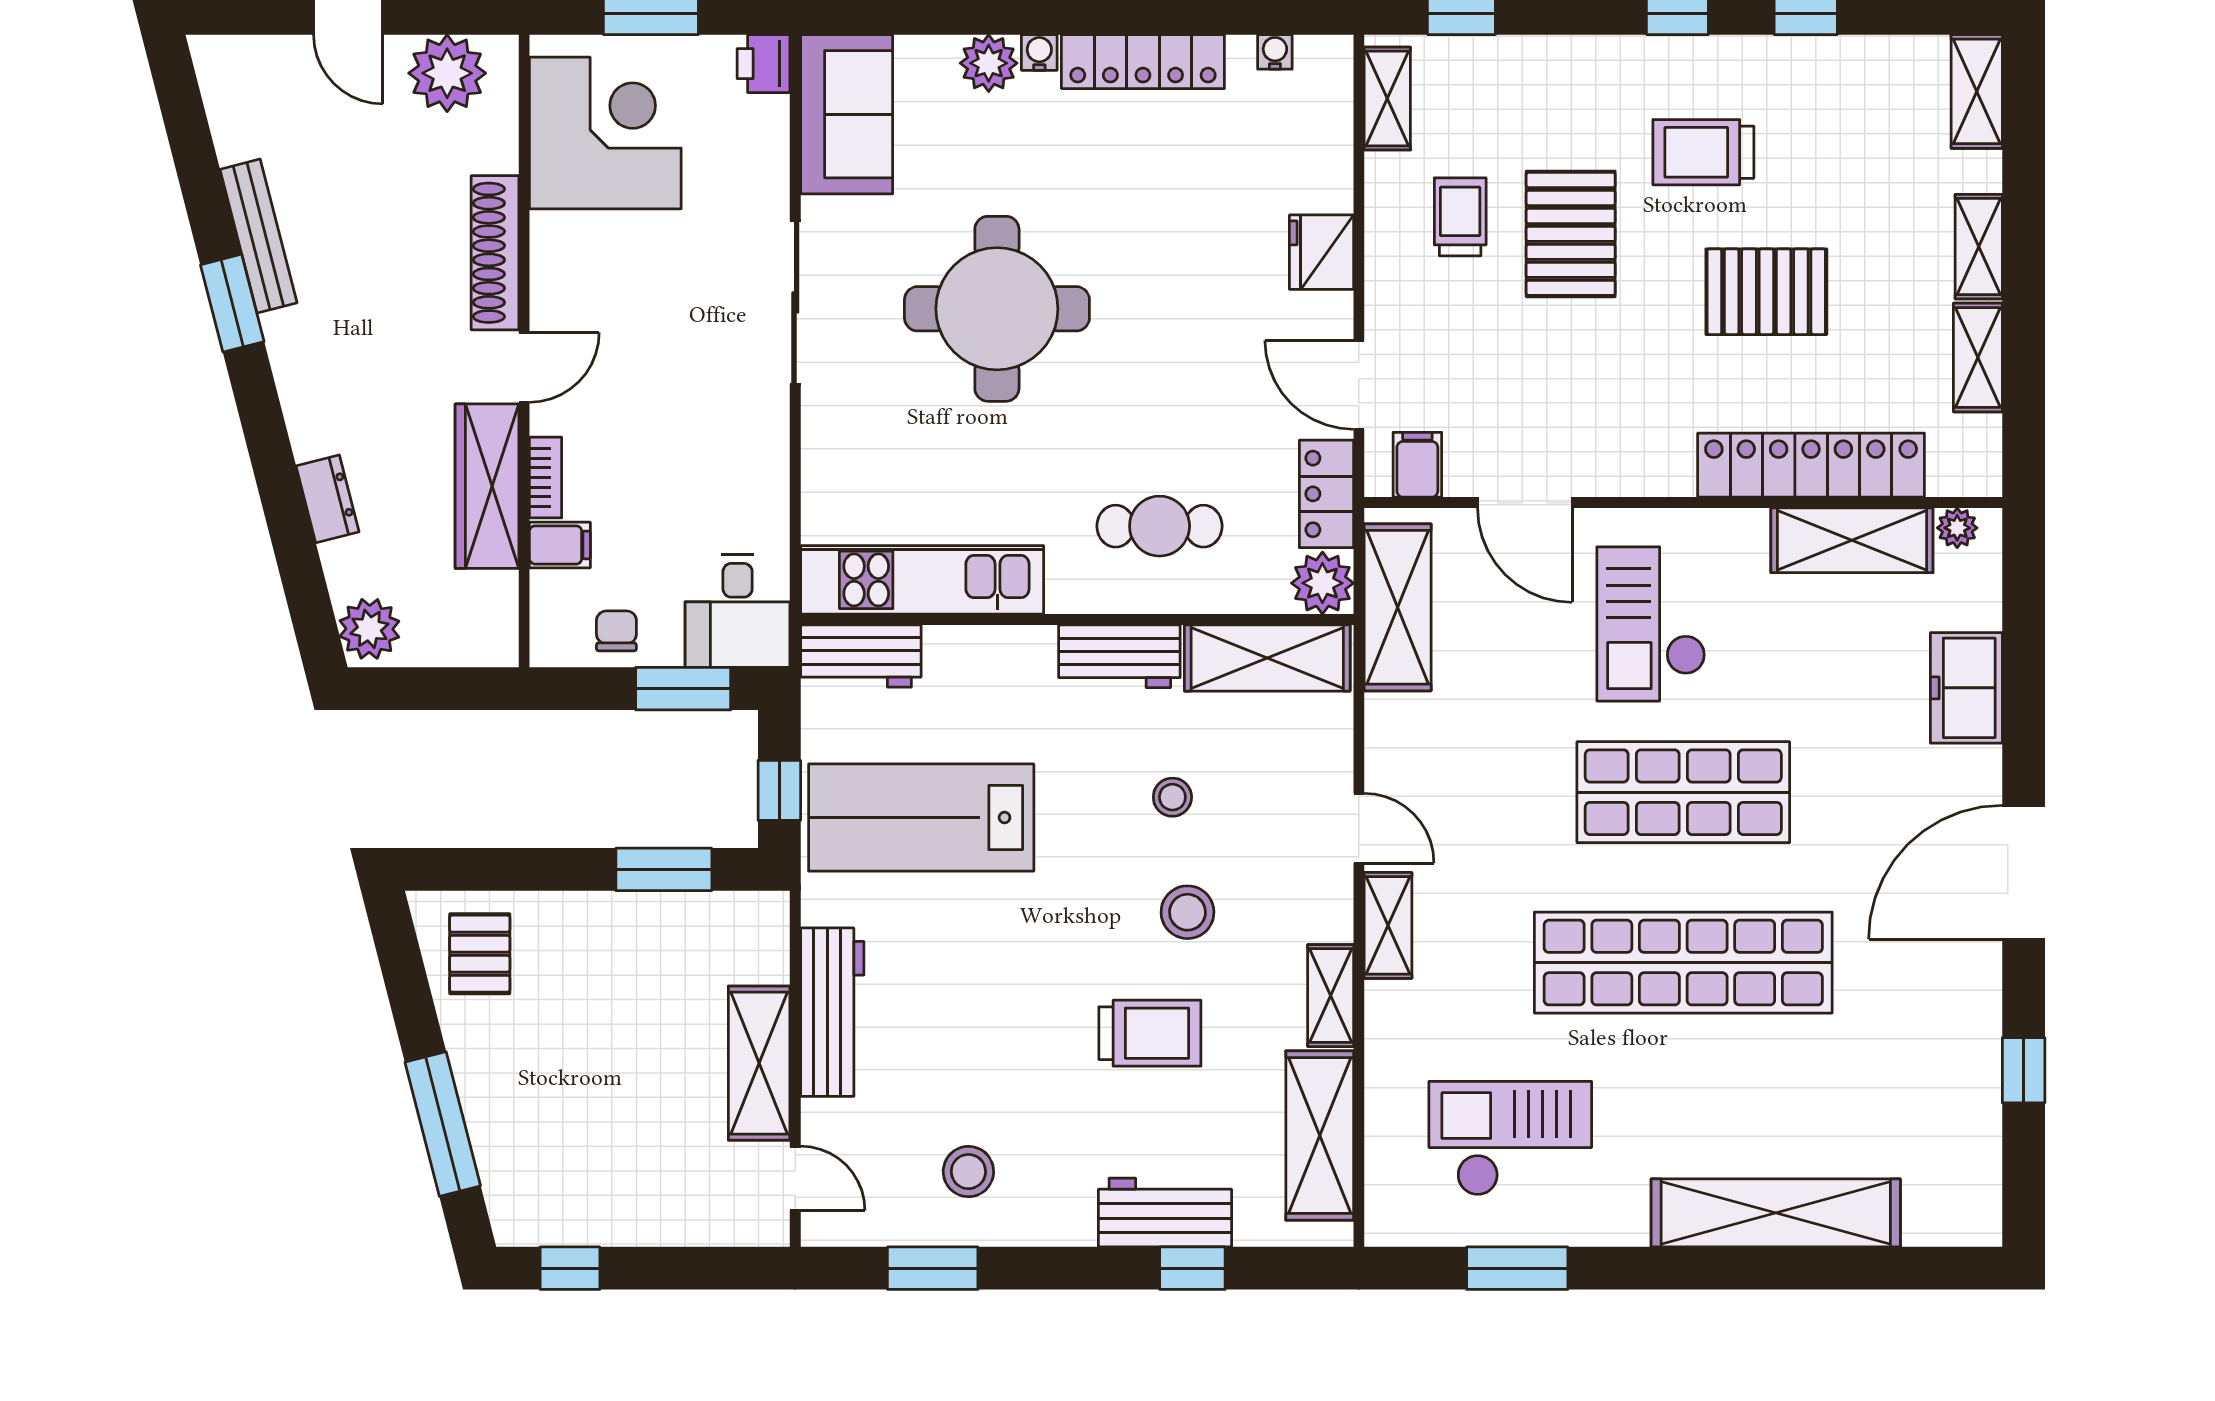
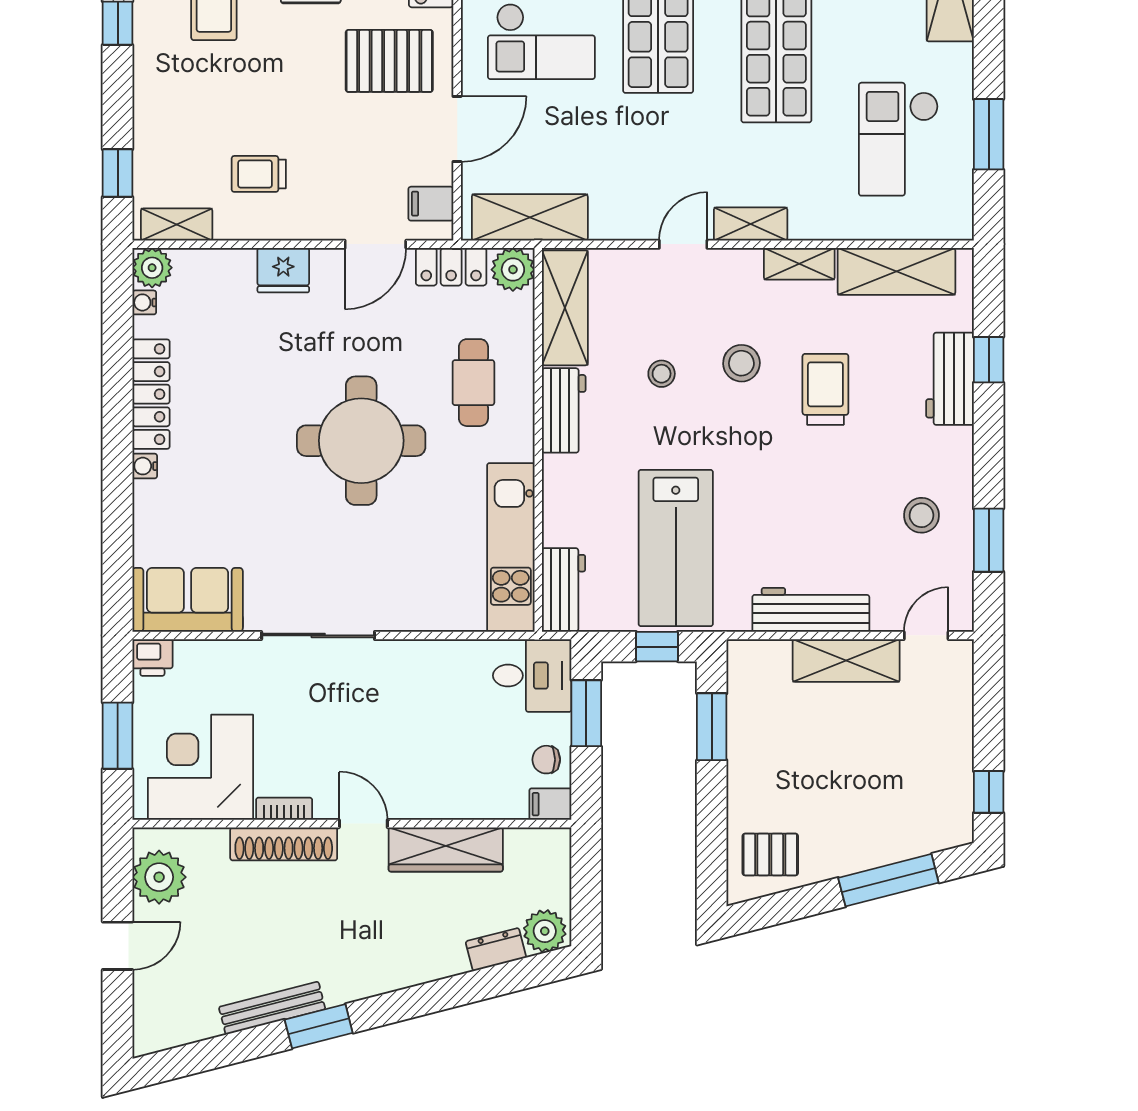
plant: (989, 63) -> (152, 268), moved
pallet: (1571, 234) -> (389, 61), moved
round table: (997, 309) -> (361, 441), moved
bookcase: (546, 478) -> (284, 809), moved
dresser: (328, 499) -> (496, 950), moved
filing cabinet: (560, 545) -> (550, 804), moved, turned -90

